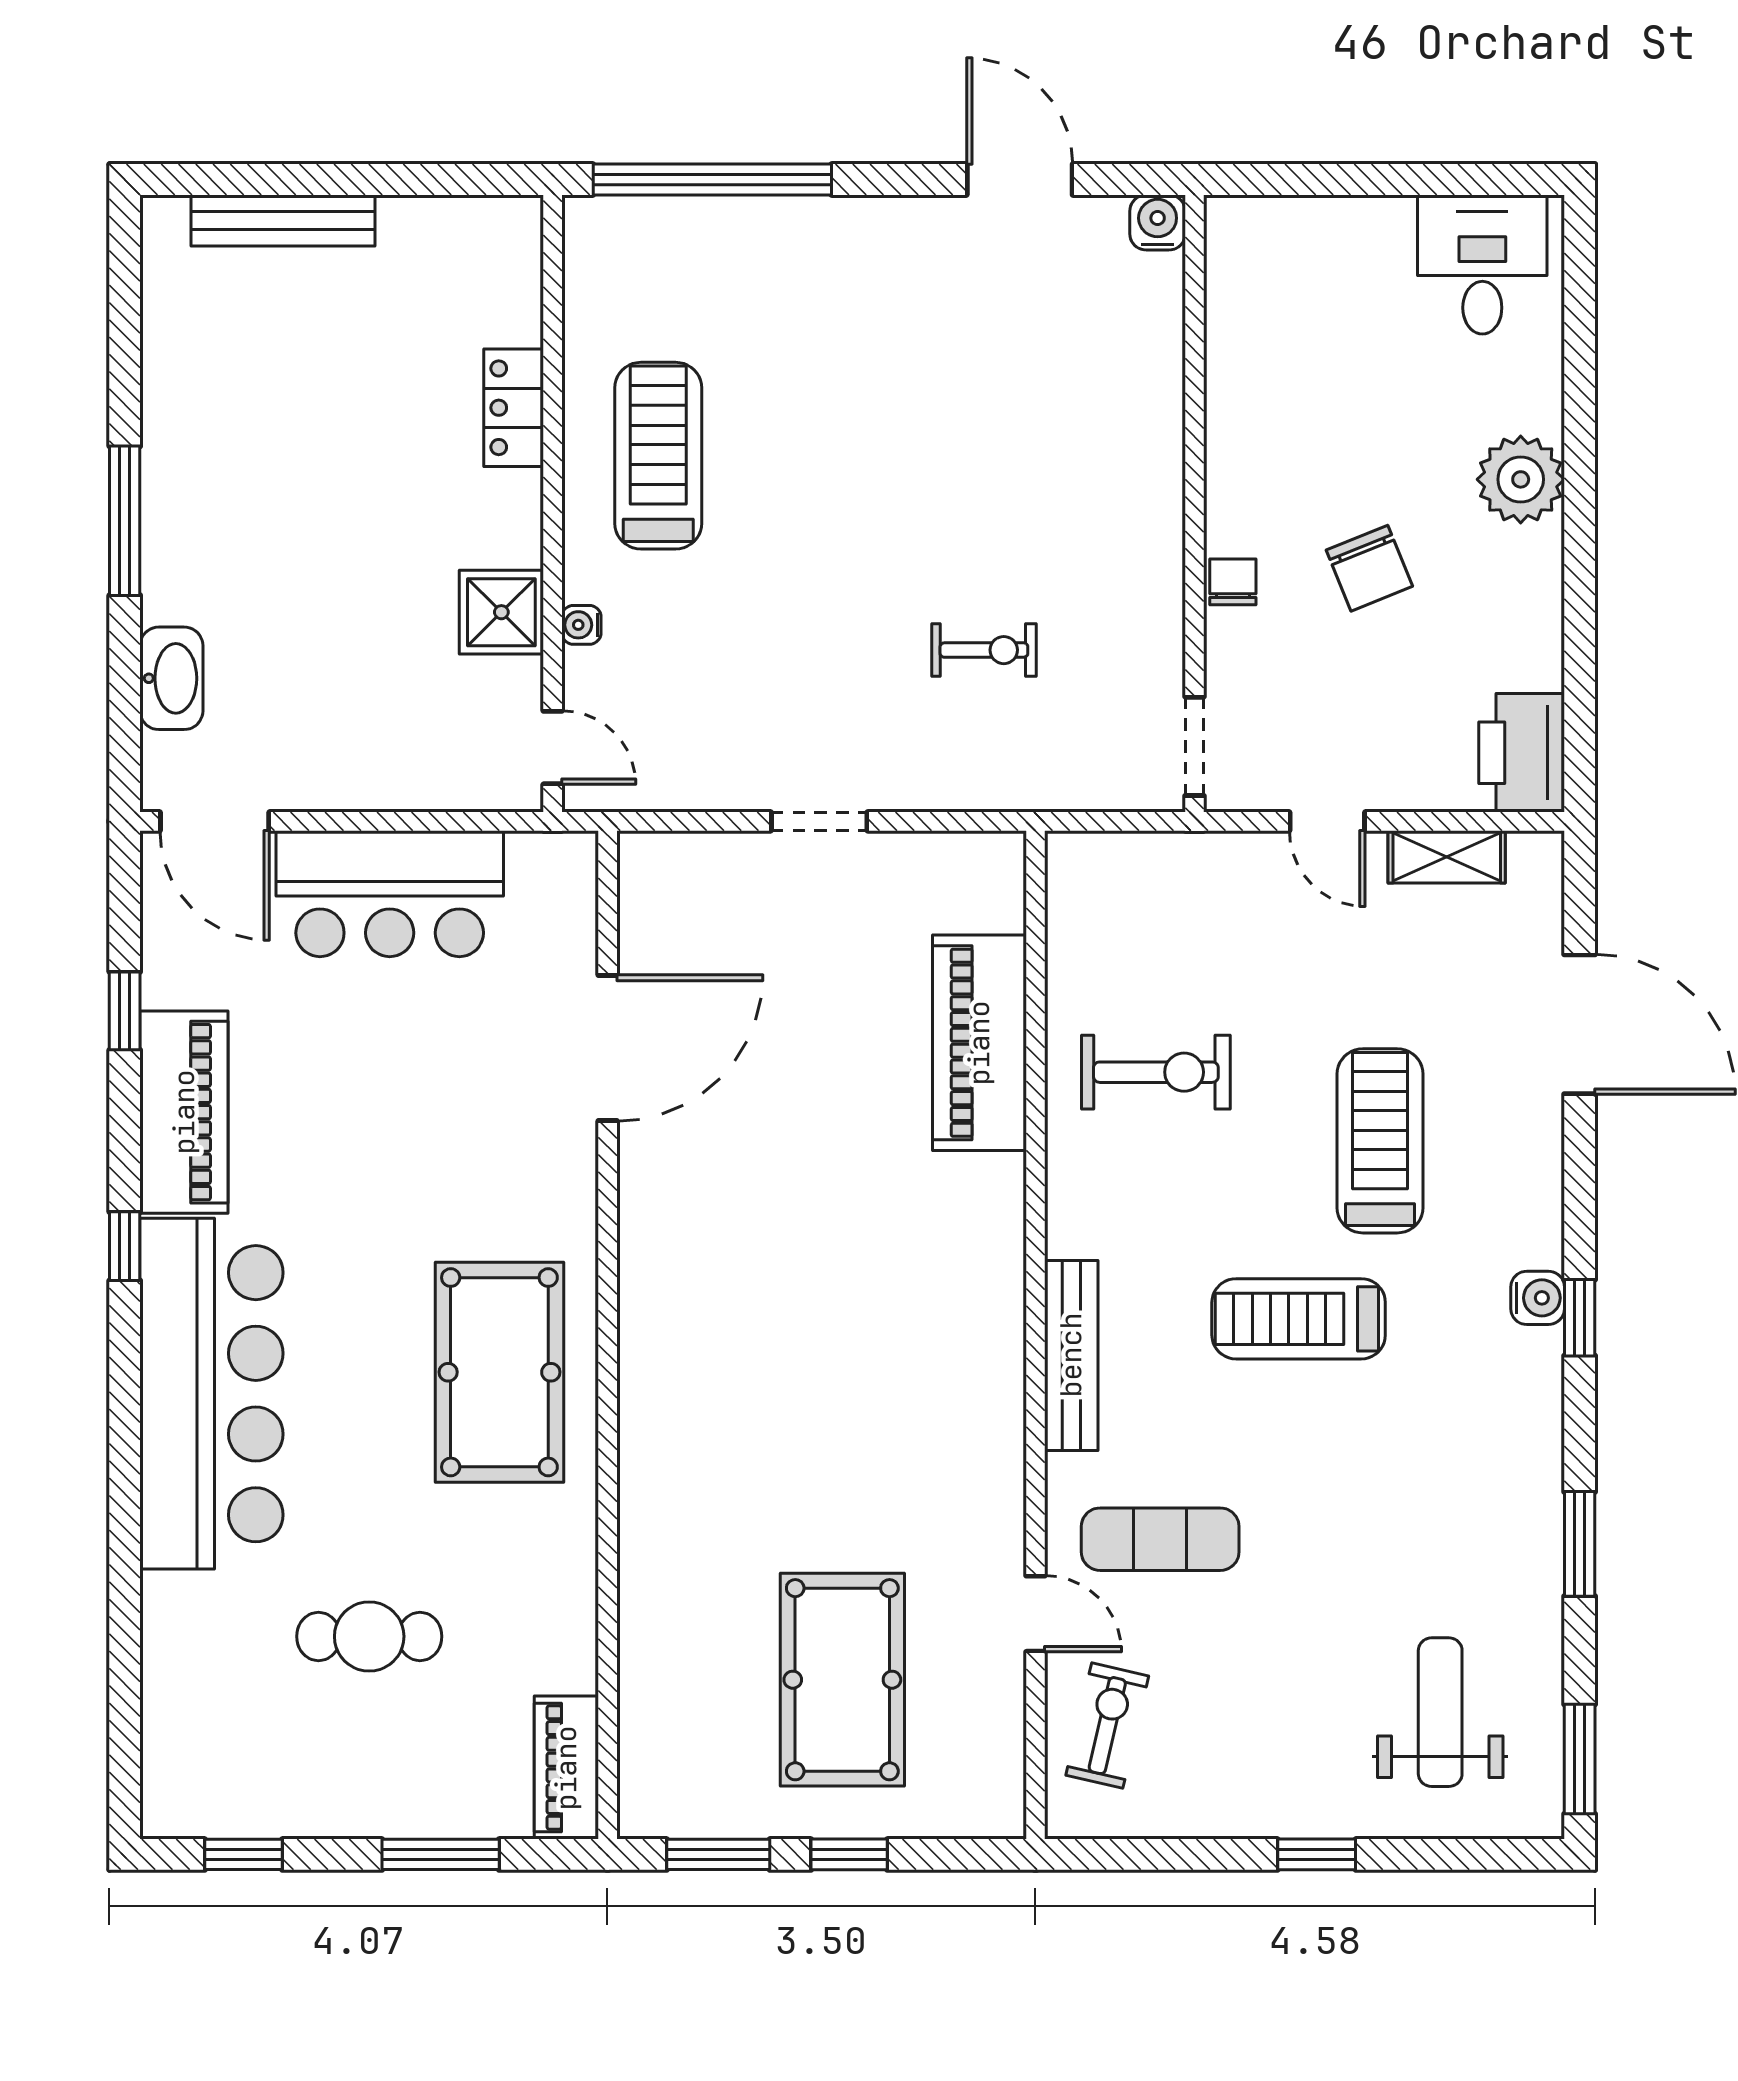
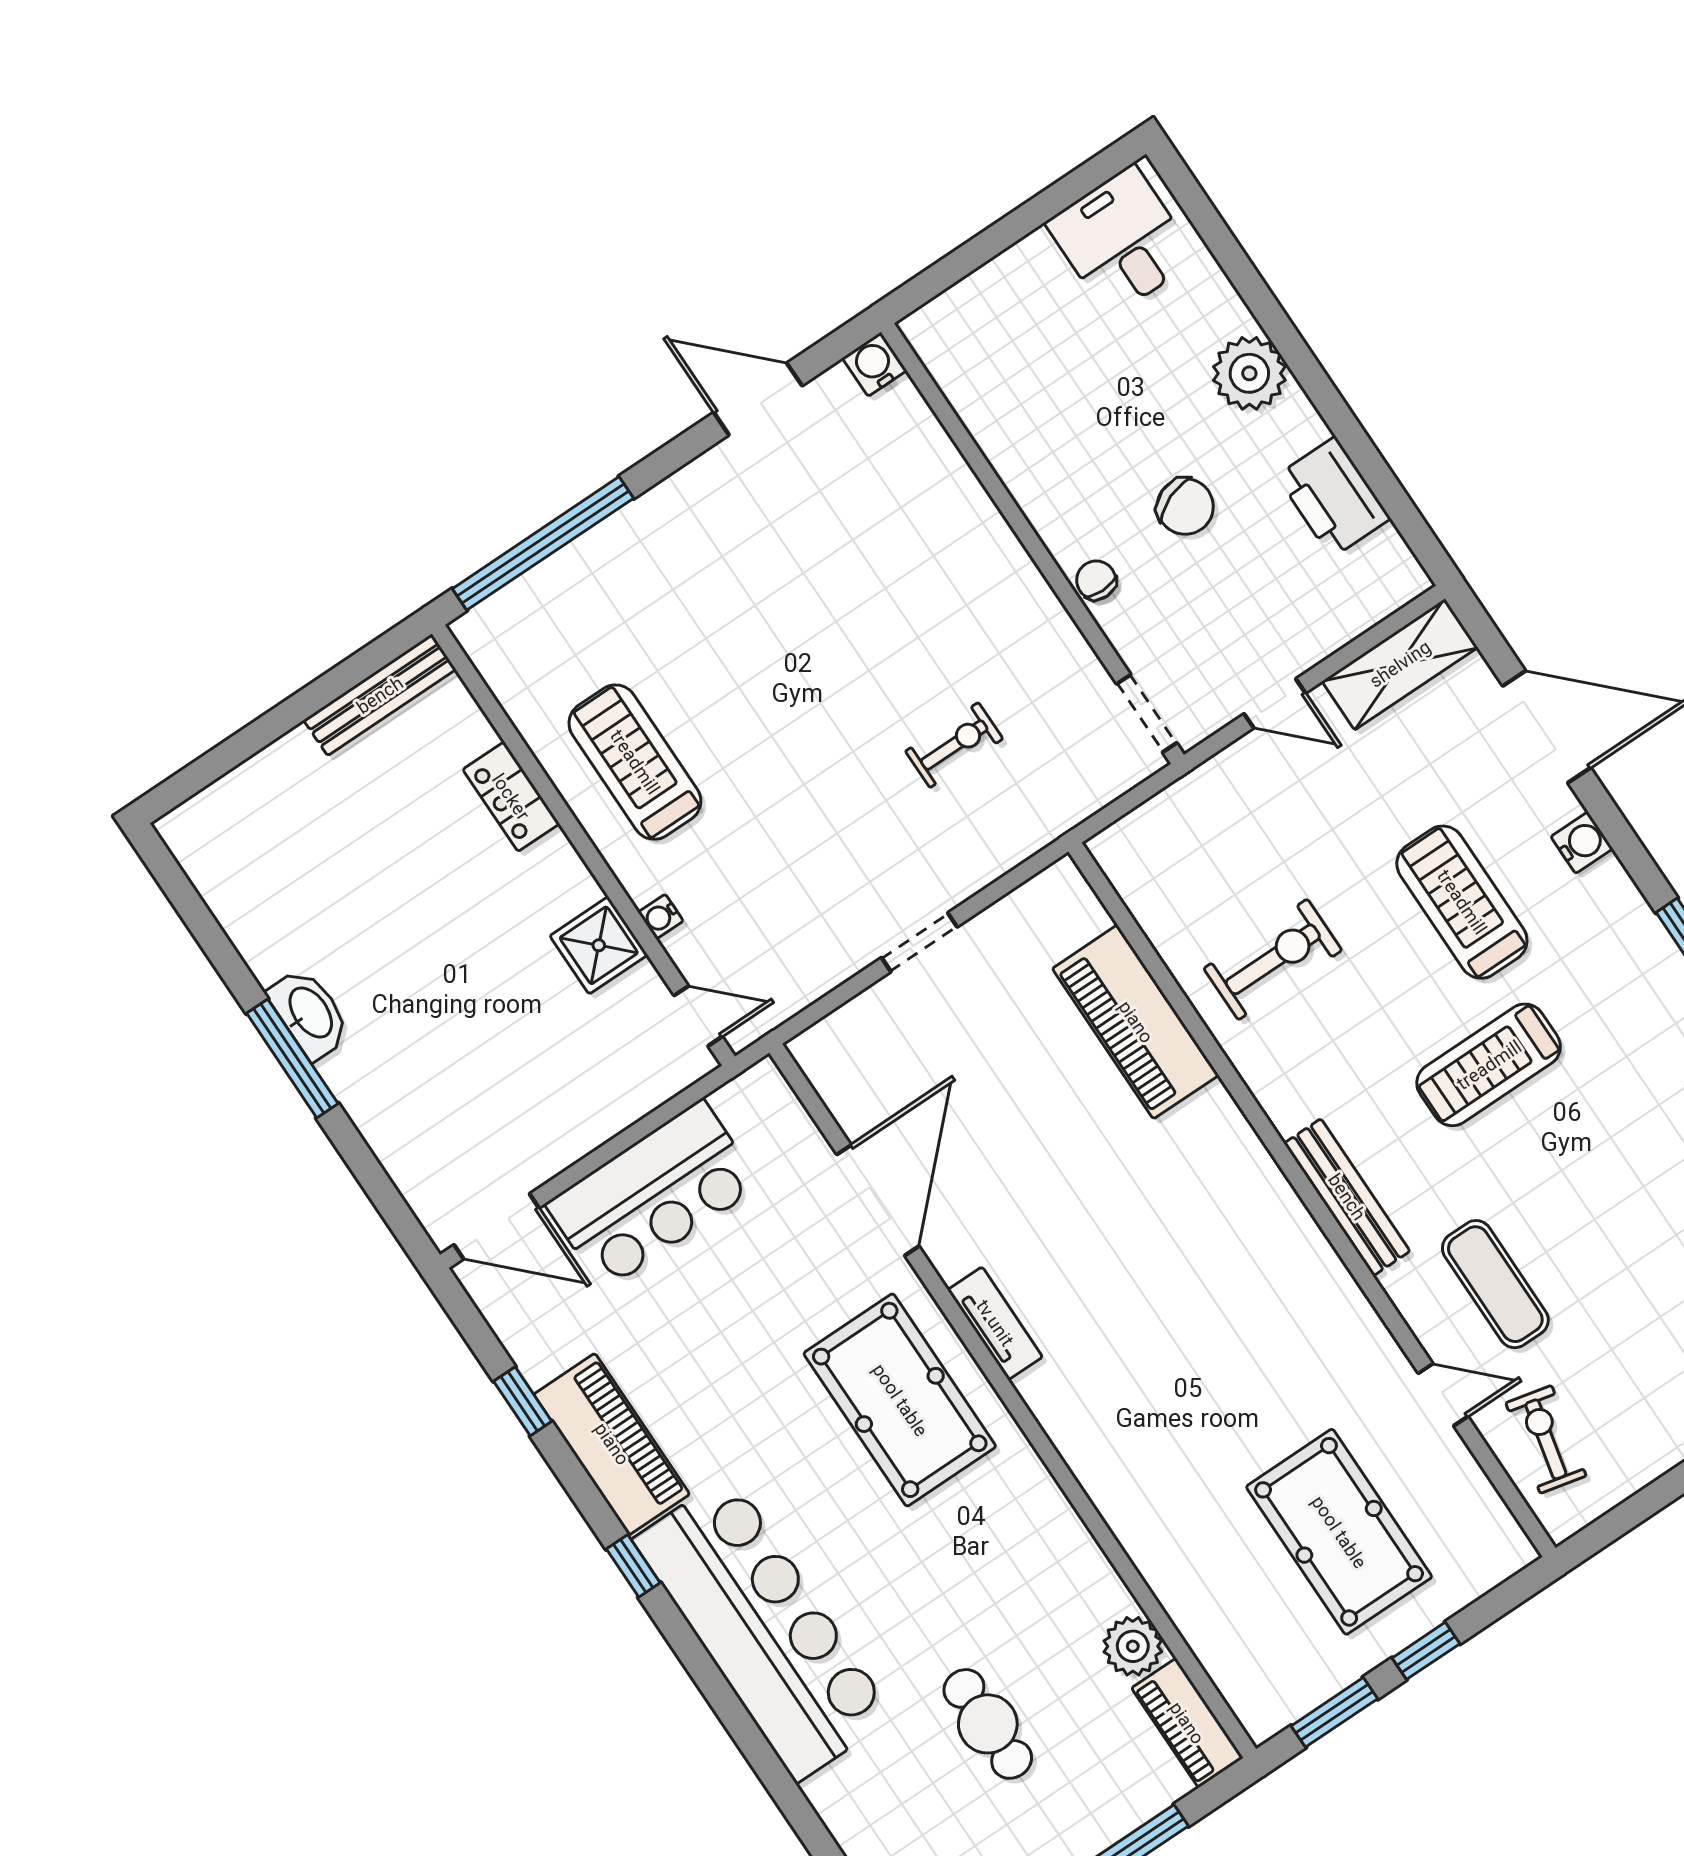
bench: (283, 220) -> (380, 695), moved
washbasin: (171, 678) -> (309, 1013), moved
printer: (1522, 753) -> (1334, 497), moved
shelving: (1447, 857) -> (1400, 664), width x1.50, depth x1.33
tv unit: (641, 1247) -> (995, 1323), added
water cooler: (1538, 1298) -> (1582, 843), moved
pool table: (499, 1372) -> (900, 1400), moved
exercise mat: (1160, 1539) -> (1495, 1284), turned 90
cafe table: (369, 1636) -> (988, 1724), turned 90
plant: (563, 1656) -> (1133, 1646), added

